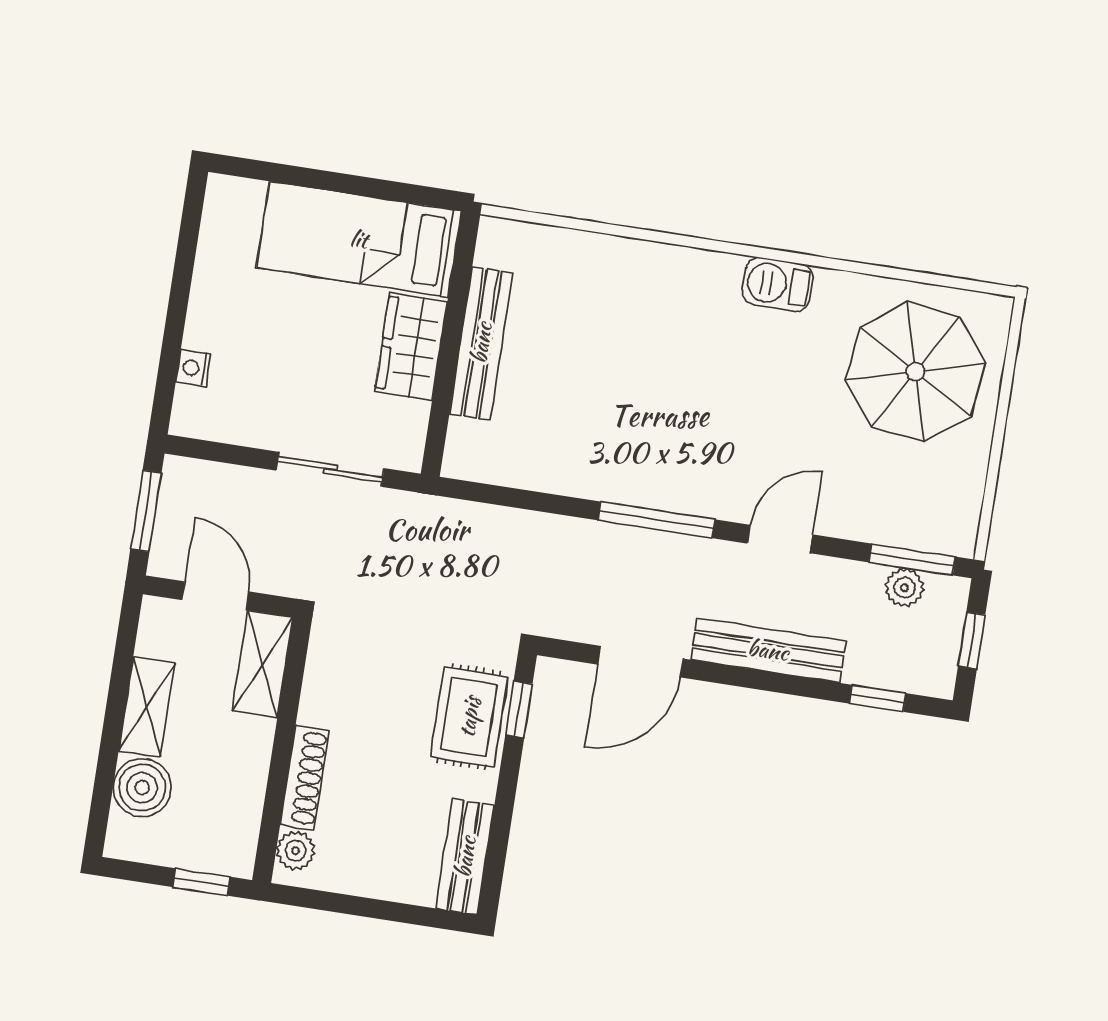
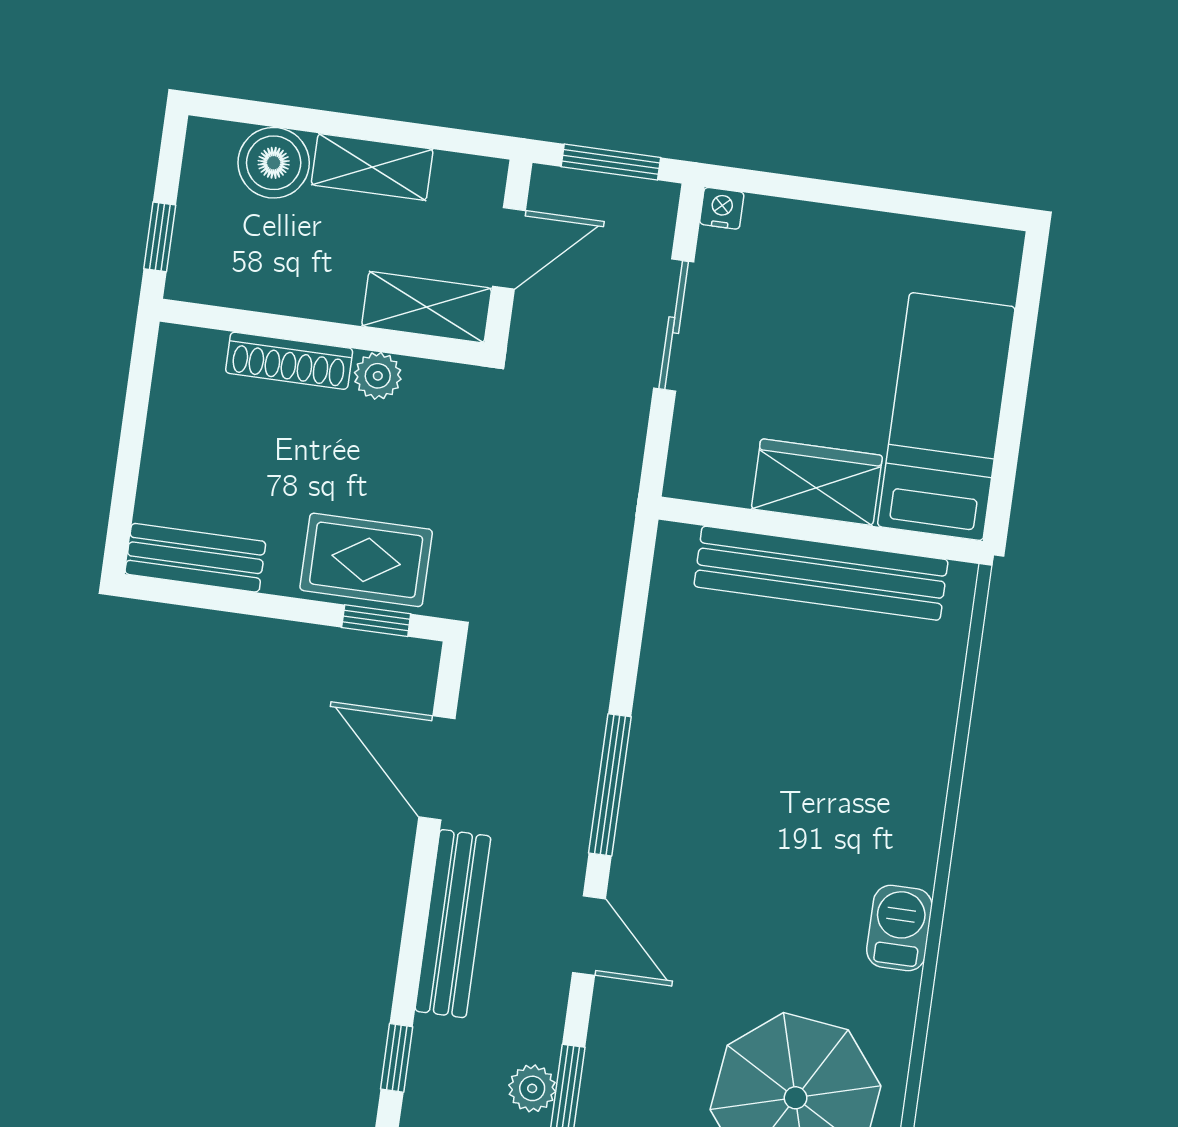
bench: (481, 343) -> (821, 573), width x1.37, depth x1.21
nightstand: (193, 368) -> (722, 208), moved
sliding door: (330, 469) -> (674, 325), moved
plant: (296, 851) -> (378, 376), moved

